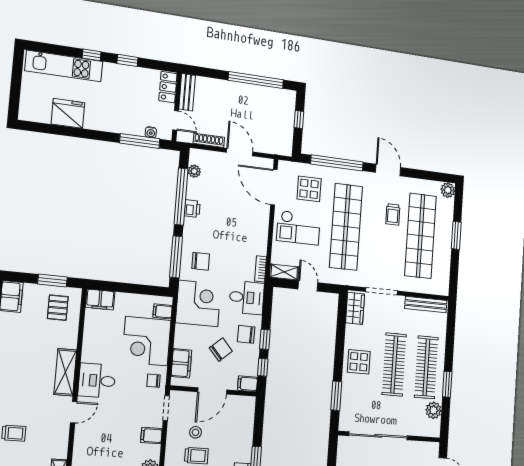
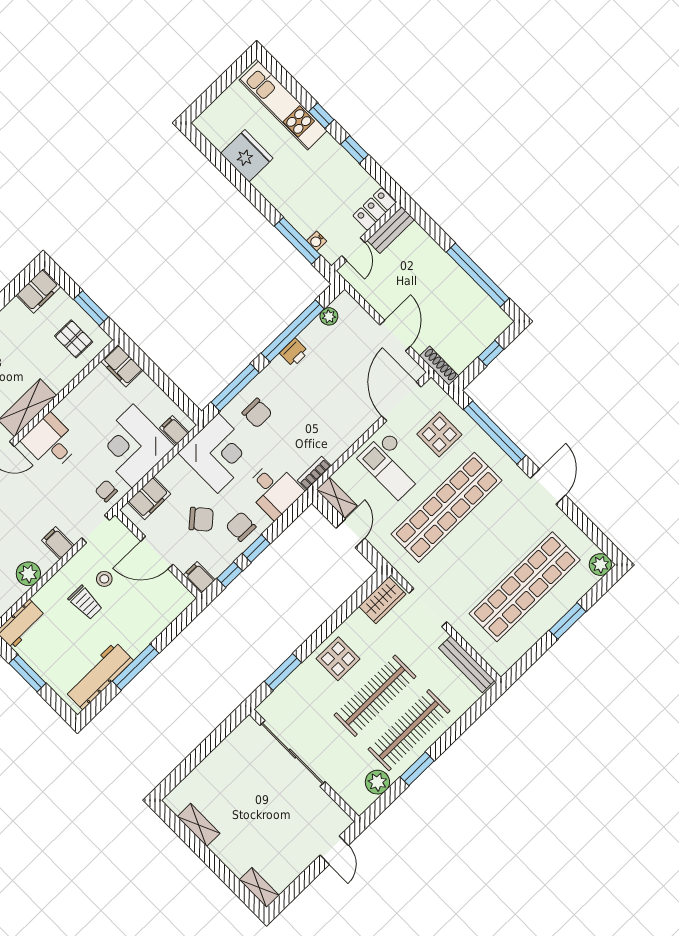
shoe rack: (209, 140) -> (439, 366), moved
trolley: (393, 214) -> (512, 538), removed
pallet: (58, 308) -> (74, 339), turned 90

